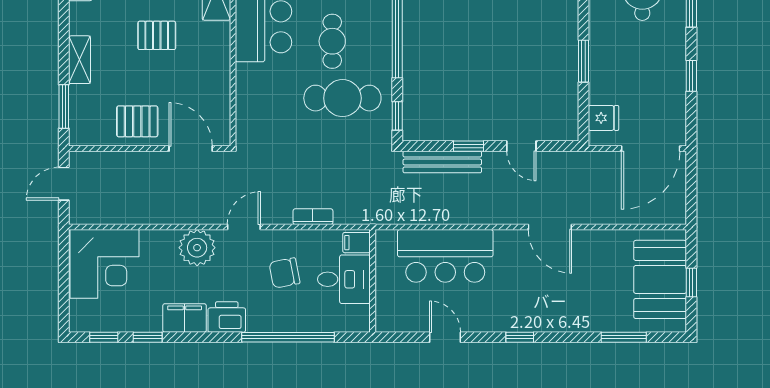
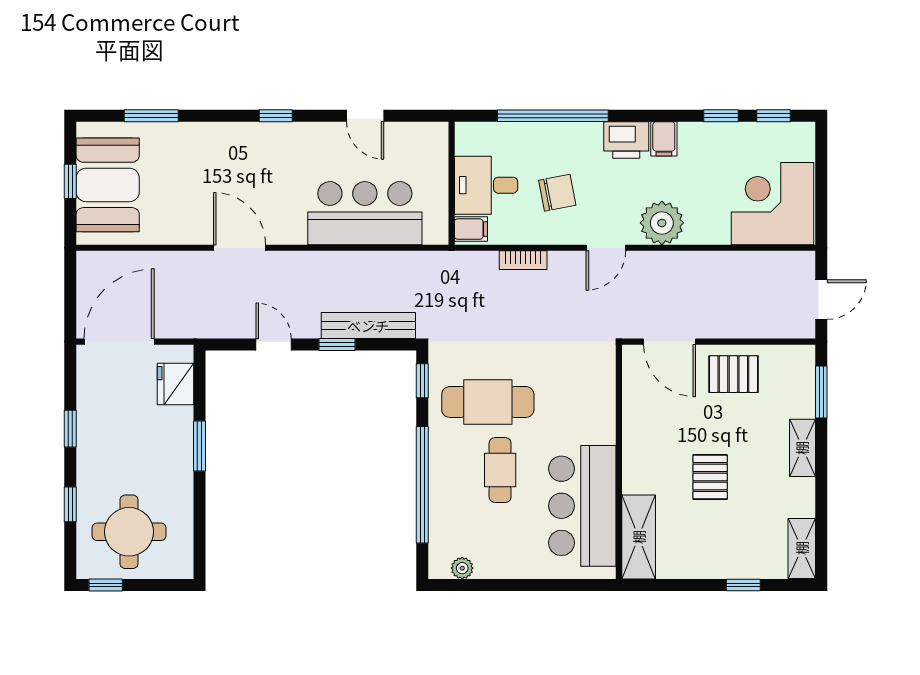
pallet: (157, 35) -> (710, 477), turned 90
fridge: (603, 118) -> (175, 384), width x1.38
filing cabinet: (185, 318) -> (664, 139), width x0.50

